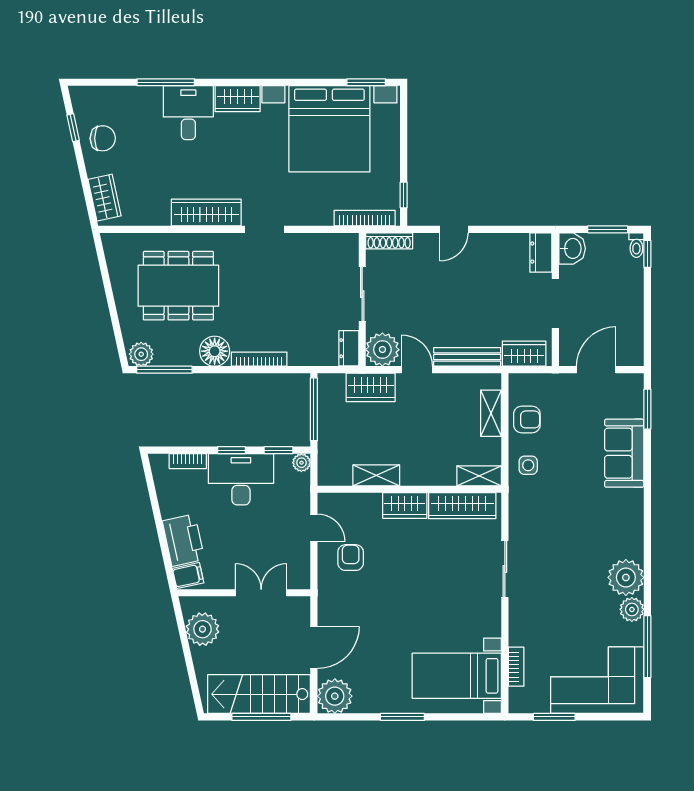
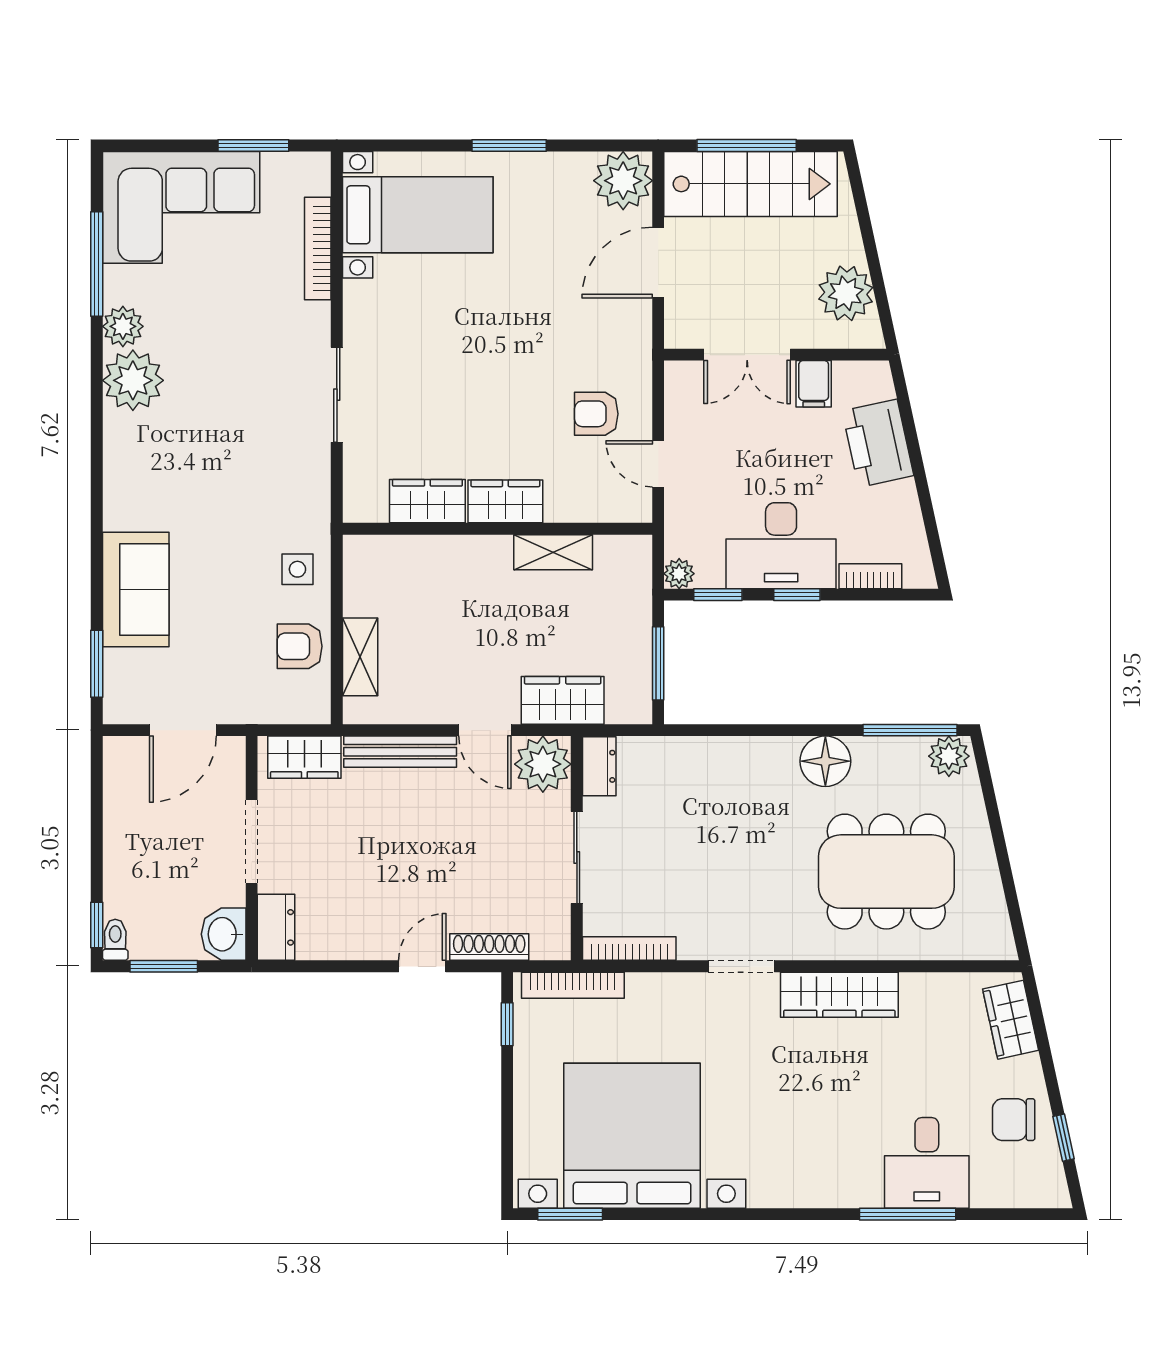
wardrobe: (238, 99) -> (787, 1186), removed
desk: (188, 113) -> (927, 1163), moved
shoe rack: (389, 241) -> (489, 947), moved
bookcase: (259, 359) -> (629, 949), moved, turned 180
window: (314, 409) -> (658, 663), width x0.69
shelving: (479, 476) -> (380, 551), removed
wardrobe: (462, 506) -> (427, 501), width x0.67
armchair: (351, 558) -> (596, 414), turned 90
filing cabinet: (188, 576) -> (814, 384), moved, turned -78
bookcase: (516, 667) -> (318, 249), width x1.56

